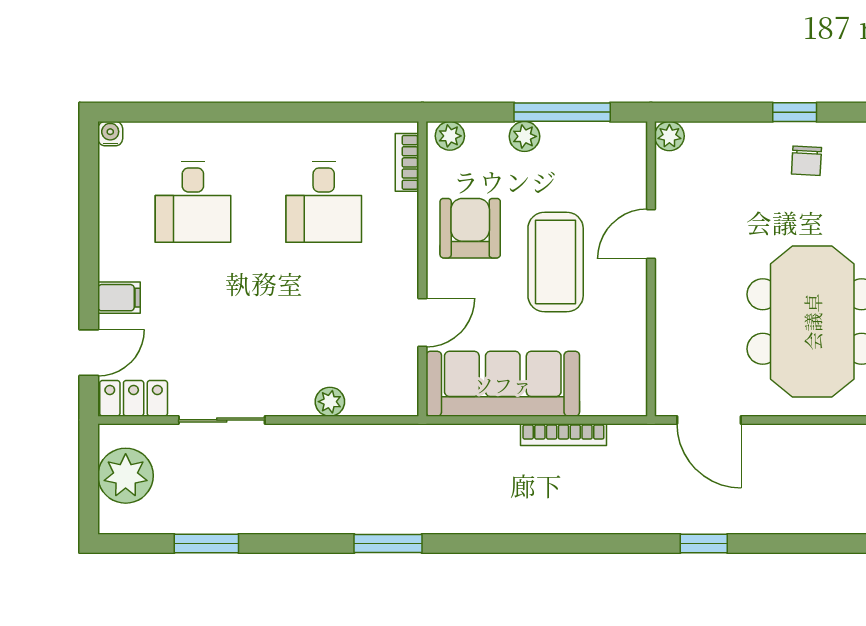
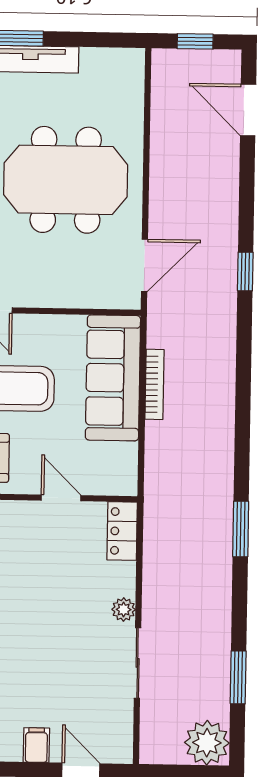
sofa: (503, 384) -> (113, 378), moved
locker: (134, 398) -> (122, 531), moved
plant: (330, 402) -> (124, 609), moved
plant: (126, 476) -> (207, 743), moved

